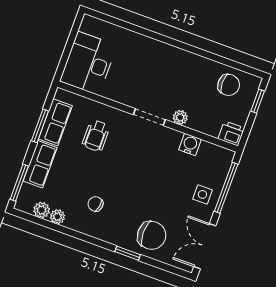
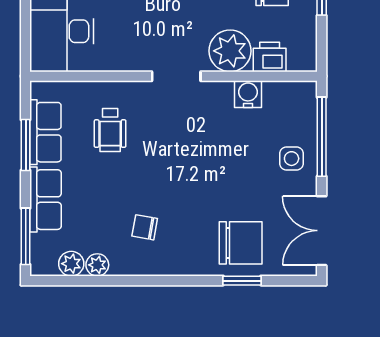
plant: (180, 117) -> (230, 51), width x1.88, depth x1.88
printer: (231, 133) -> (270, 57), moved
window: (128, 253) -> (242, 281), moved

